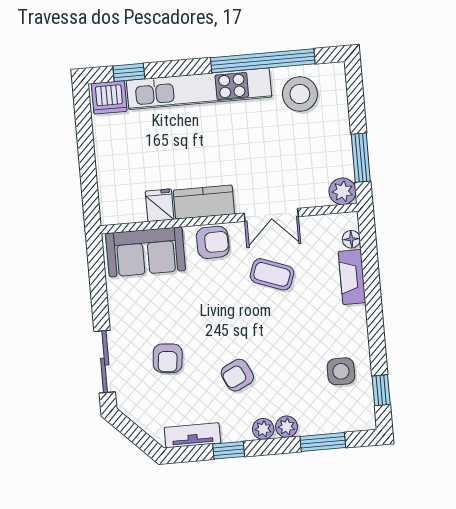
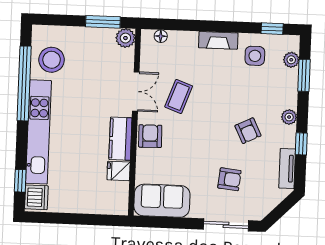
sofa: (146, 252) -> (162, 201), moved, turned -90
fireplace: (352, 277) -> (218, 40), moved
plant: (287, 427) -> (291, 60), moved

